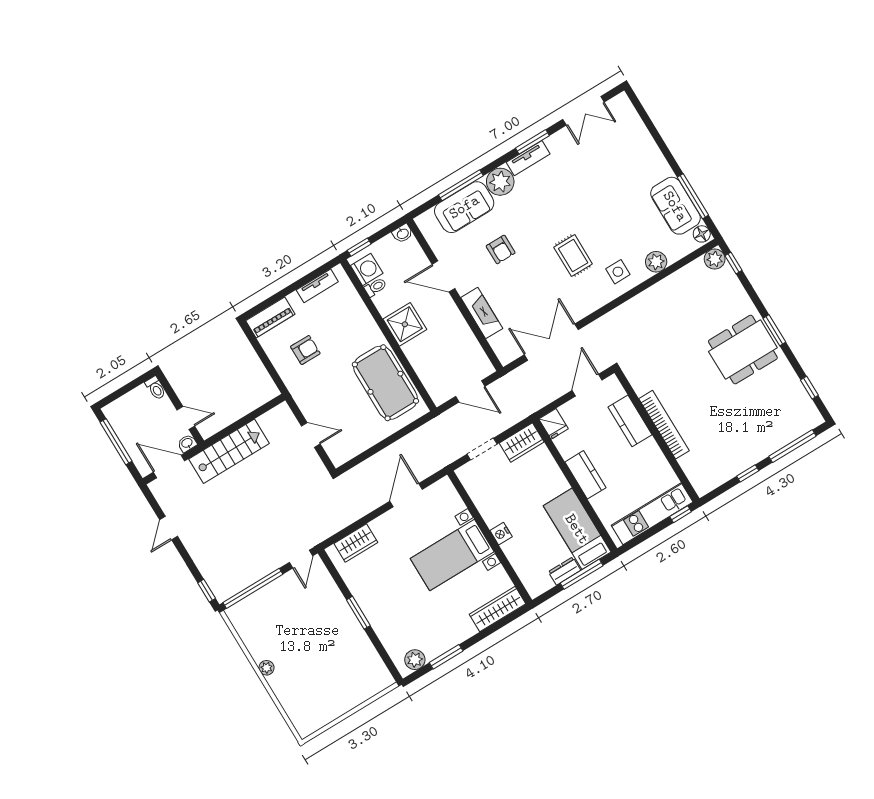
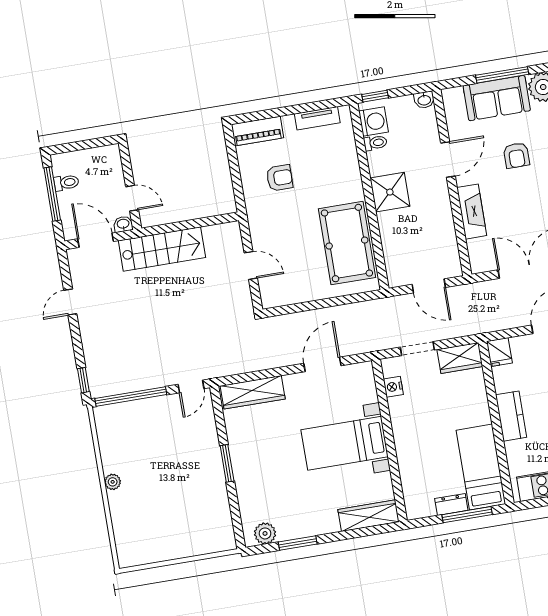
door: (443, 276) -> (448, 160), swing flipped
toilet: (156, 388) -> (66, 183), moved, turned -90
nightstand: (501, 534) -> (393, 387), moved
wardrobe: (356, 543) -> (253, 392), width x1.50

